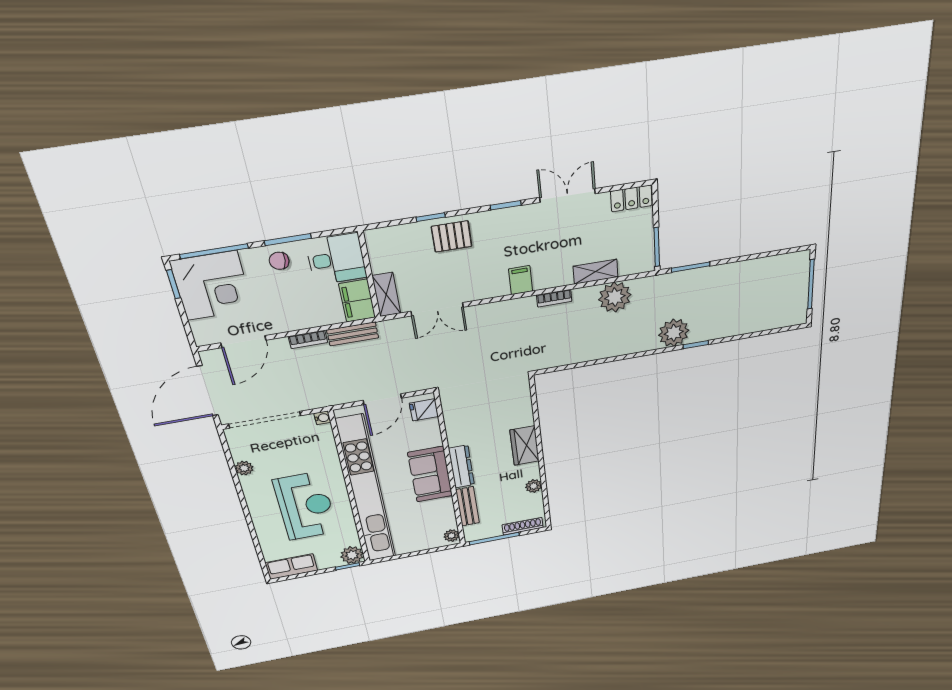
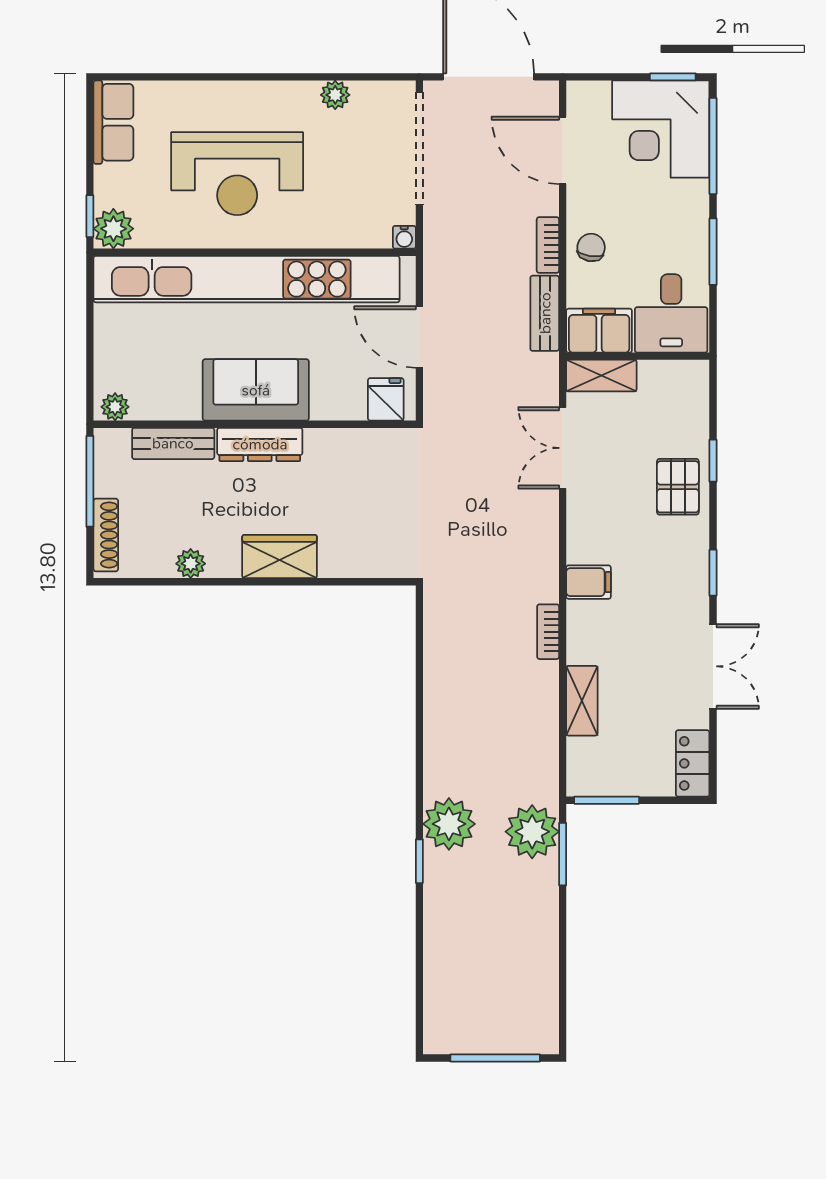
chair: (279, 261) -> (591, 247), moved
plant: (615, 297) -> (532, 832), moved

